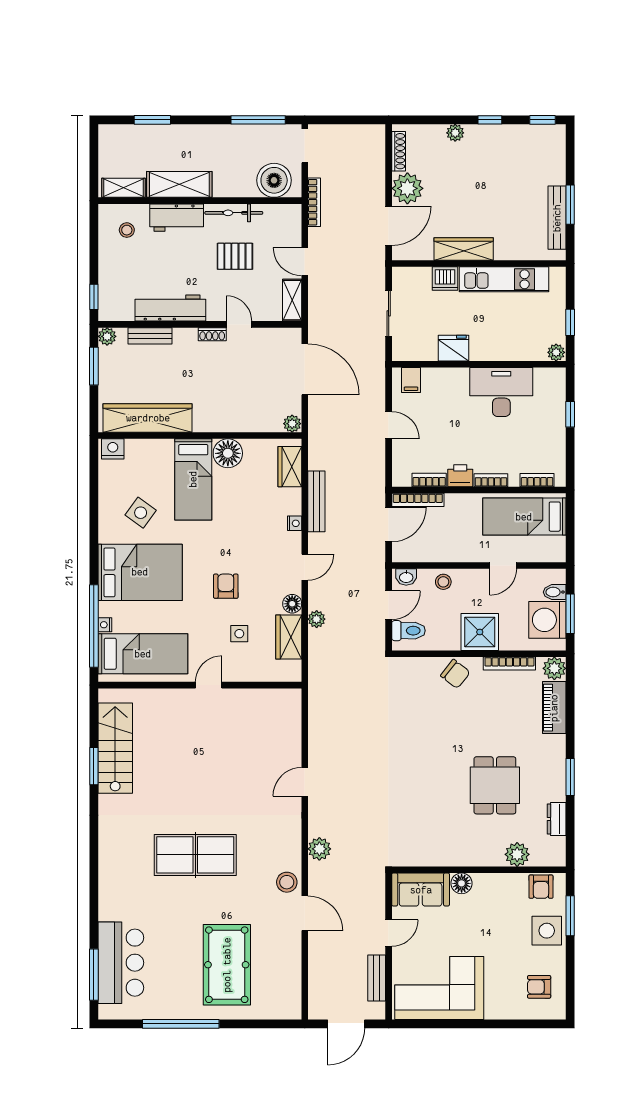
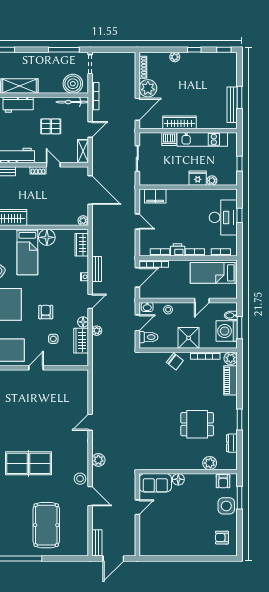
bicycle: (234, 213) -> (72, 102), moved
door: (305, 262) -> (90, 129), swing flipped
fridge: (454, 348) -> (198, 178), moved
plant: (556, 352) -> (212, 181), moved
filing cabinet: (411, 380) -> (155, 196), width x2.00
desk: (501, 392) -> (223, 217), moved, turned 90
bench: (316, 501) -> (97, 269), width x0.73
dining table: (495, 785) -> (197, 424), turned 90
bench: (377, 978) -> (97, 543), moved
corner sofa: (439, 988) -> (166, 538), removed

